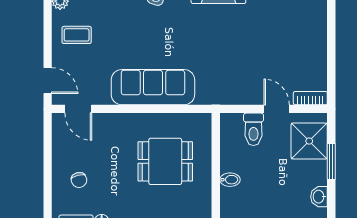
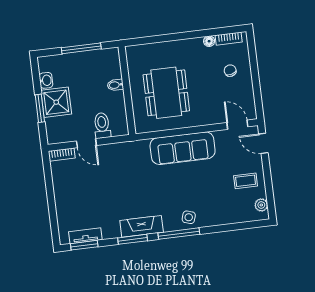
shower: (309, 141) -> (56, 102), moved
dining table: (165, 161) -> (166, 93), width x1.37

